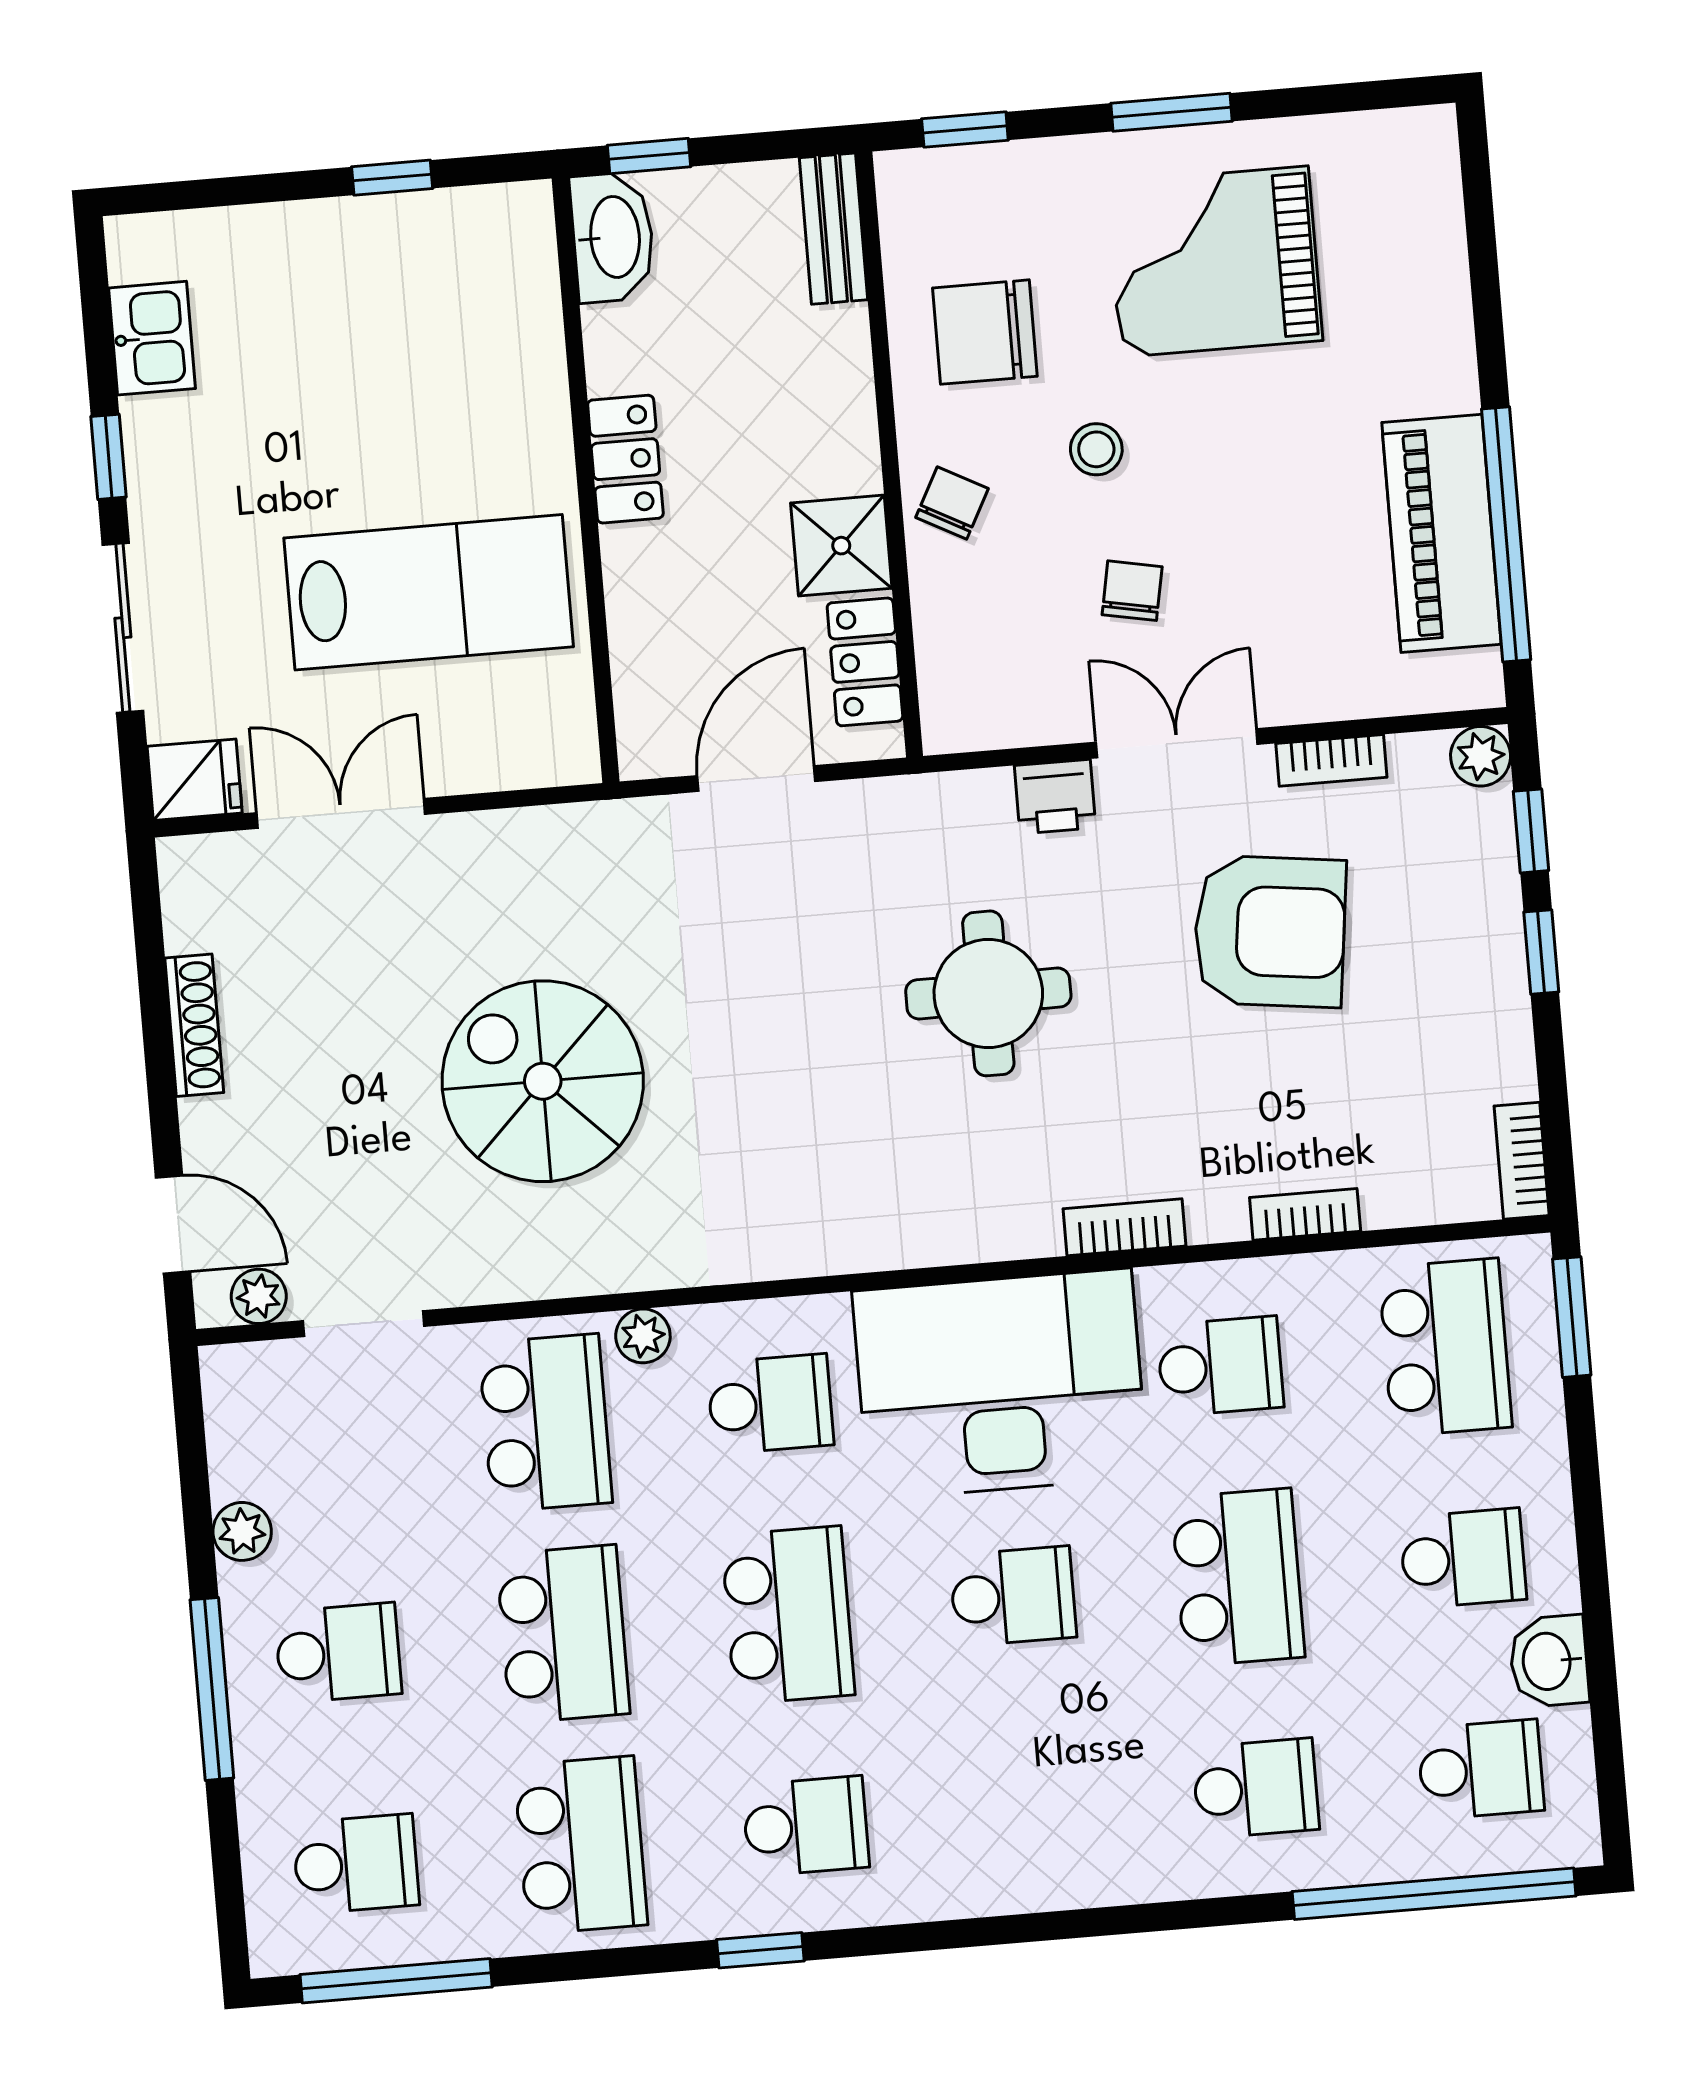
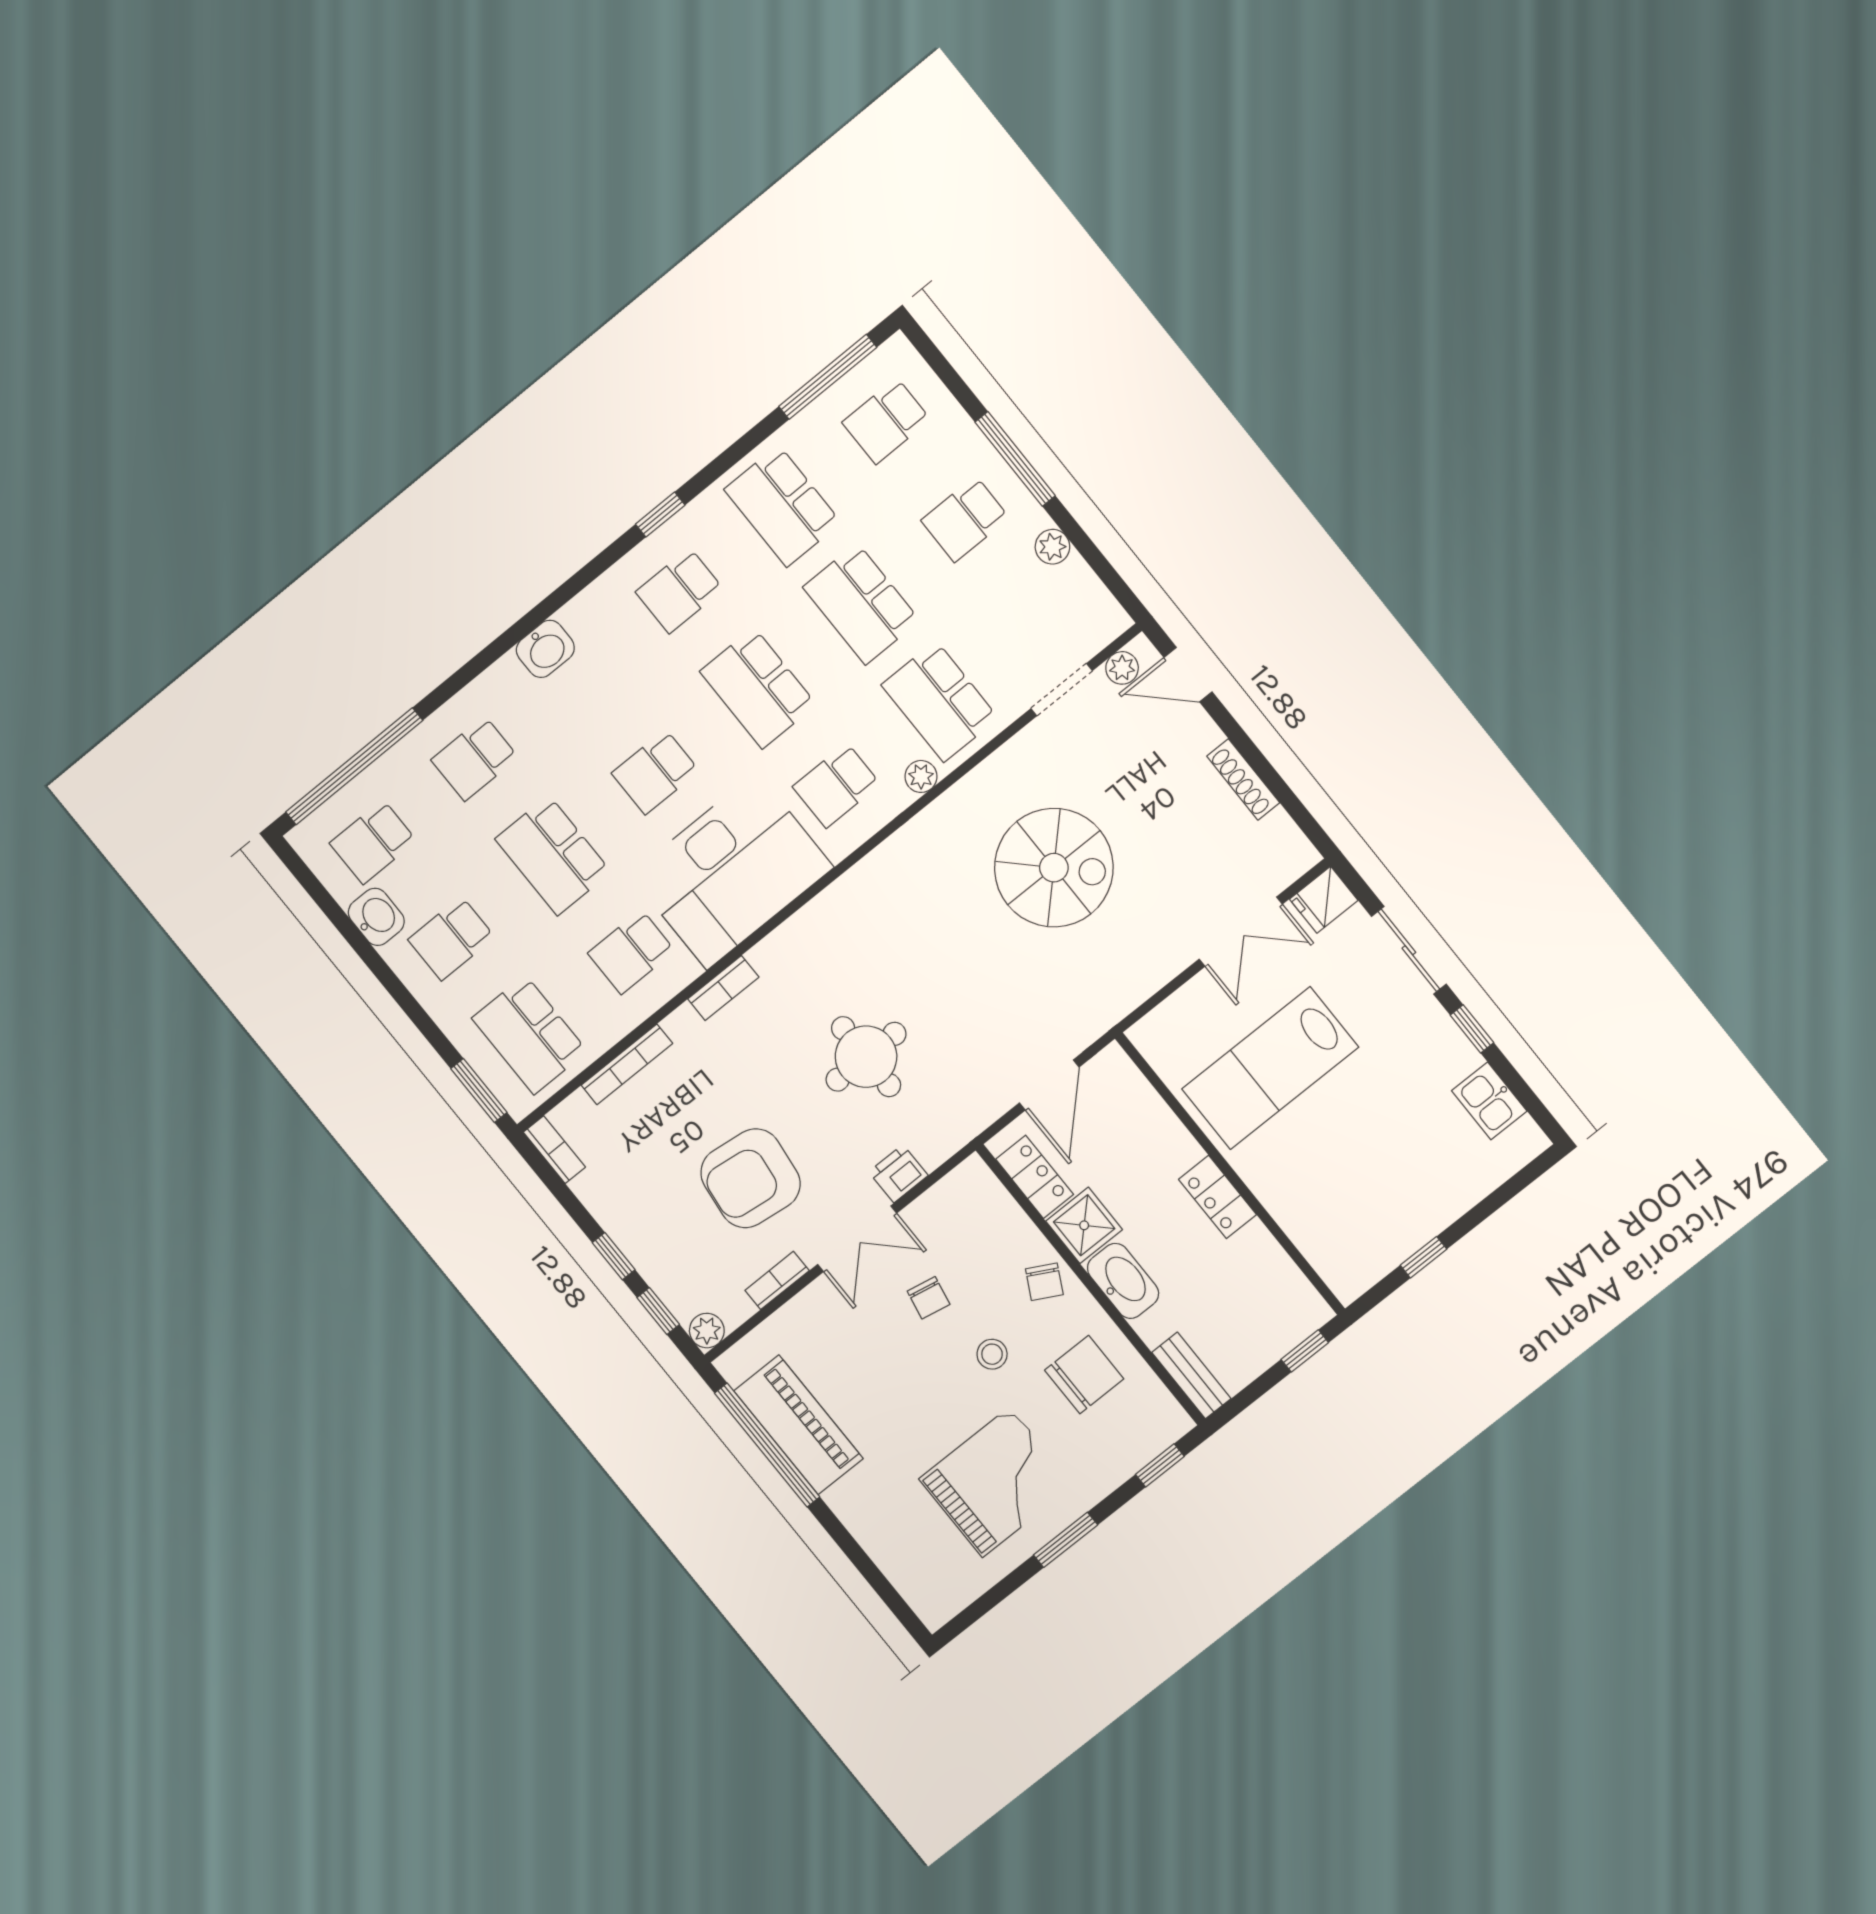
washbasin: (613, 237) -> (1123, 1281), moved, turned 180
bookcase: (1305, 1214) -> (627, 1064), width x1.56
washbasin: (1050, 1874) -> (545, 649), added

